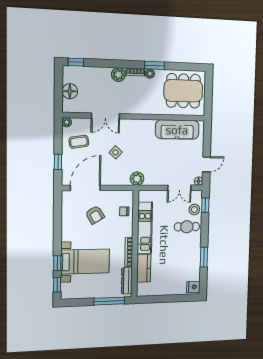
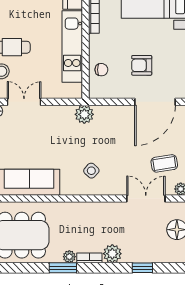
window: (76, 62) -> (142, 268), moved
double door: (105, 116) -> (146, 198), moved
side table: (116, 152) -> (91, 171), moved
armchair: (95, 215) -> (142, 65), turned -59

